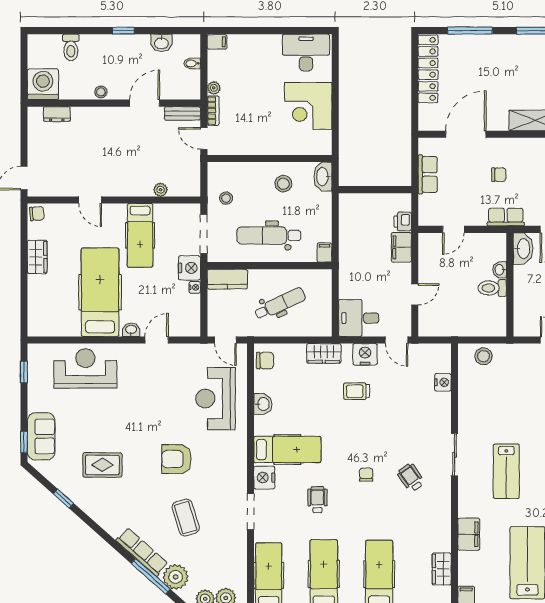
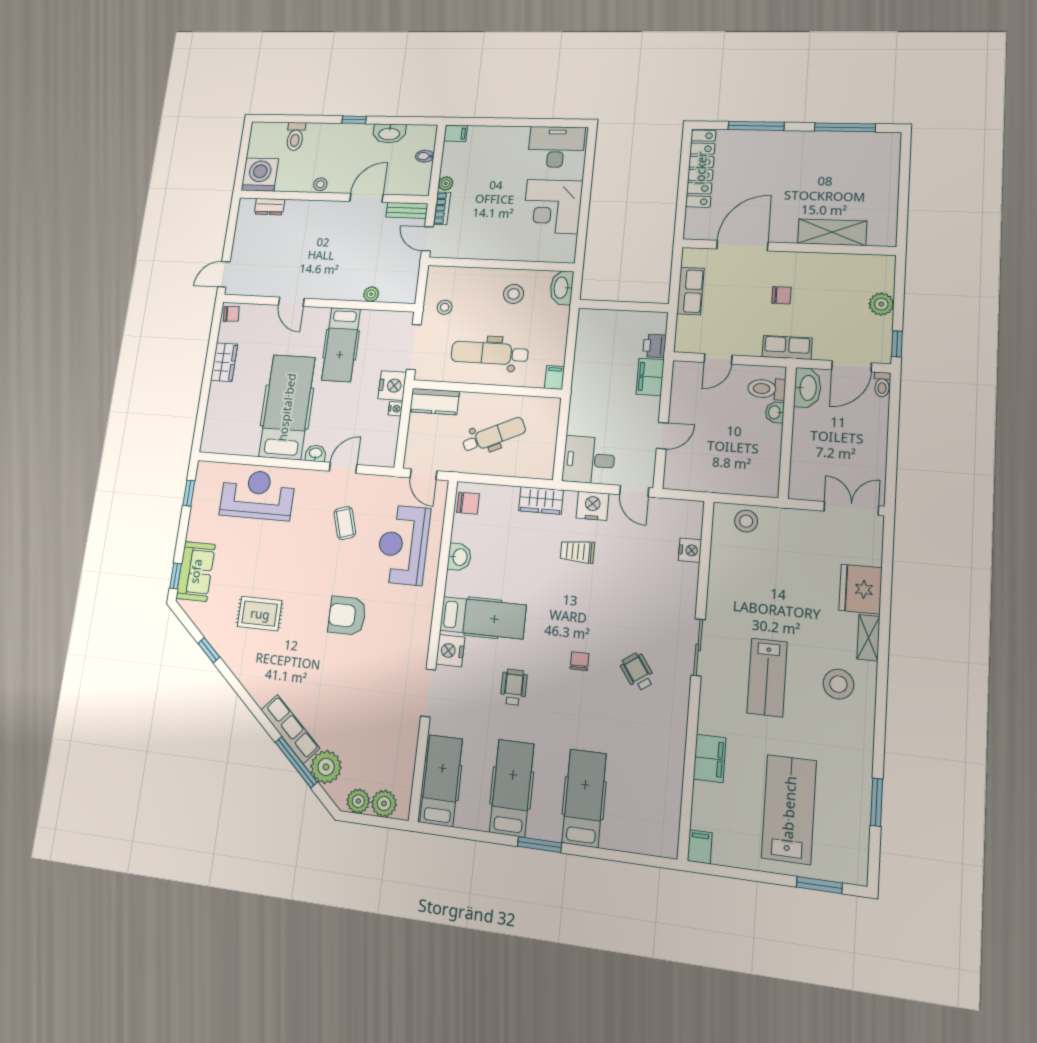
washbasin: (161, 43) -> (389, 133), width x1.38
toilet: (492, 288) -> (767, 389), moved
coffee table: (186, 518) -> (345, 523), moved, width x0.73, depth x0.77
wardrobe: (442, 569) -> (669, 802), removed

